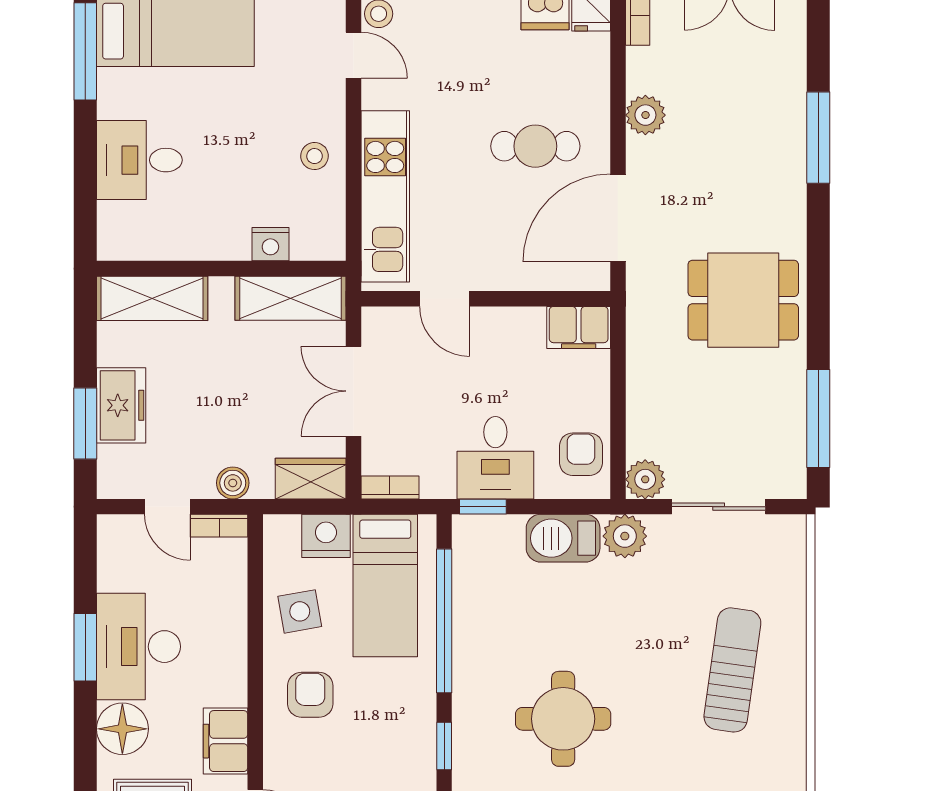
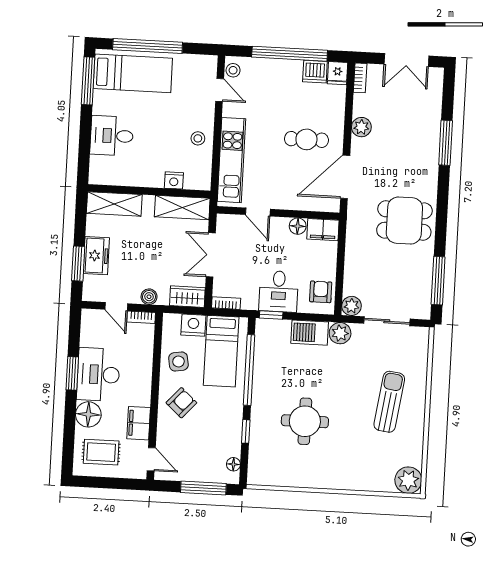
floor lamp: (527, 323) -> (298, 226), added
armchair: (310, 695) -> (181, 403), turned 42

